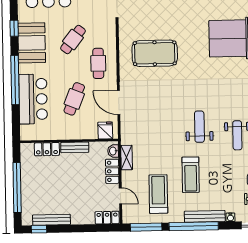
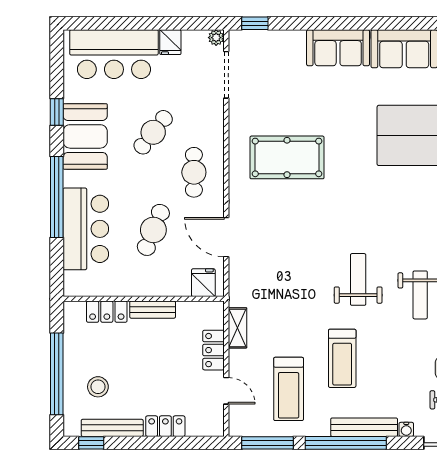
washbasin: (113, 151) -> (216, 317), removed
treadmill: (158, 194) -> (289, 389), turned 180
stool: (42, 195) -> (98, 387), added
locker: (107, 218) -> (165, 426), moved

